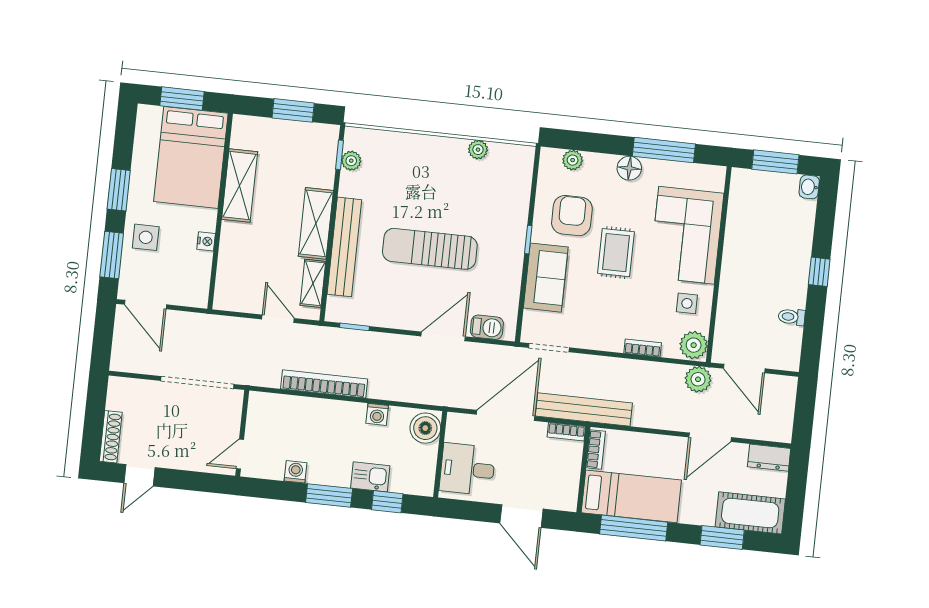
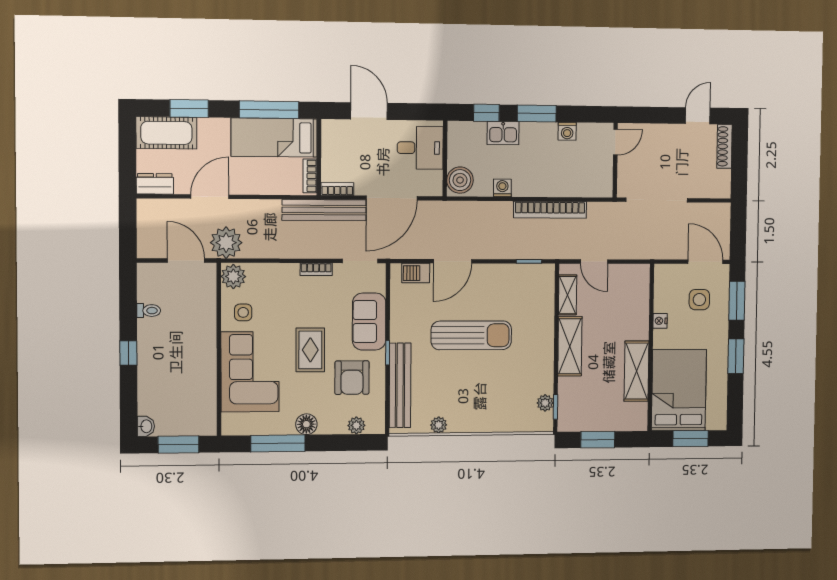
side table: (146, 237) -> (699, 300), moved
bench: (344, 247) -> (400, 385), moved
bookcase: (643, 348) -> (316, 269), moved
plant: (698, 379) -> (226, 243), width x1.36, depth x1.36

